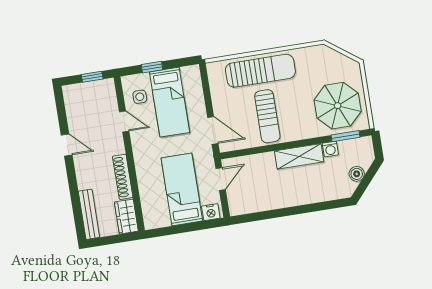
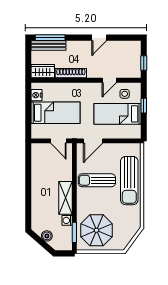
nightstand: (211, 212) -> (37, 95), moved
window: (78, 214) -> (50, 38), added

